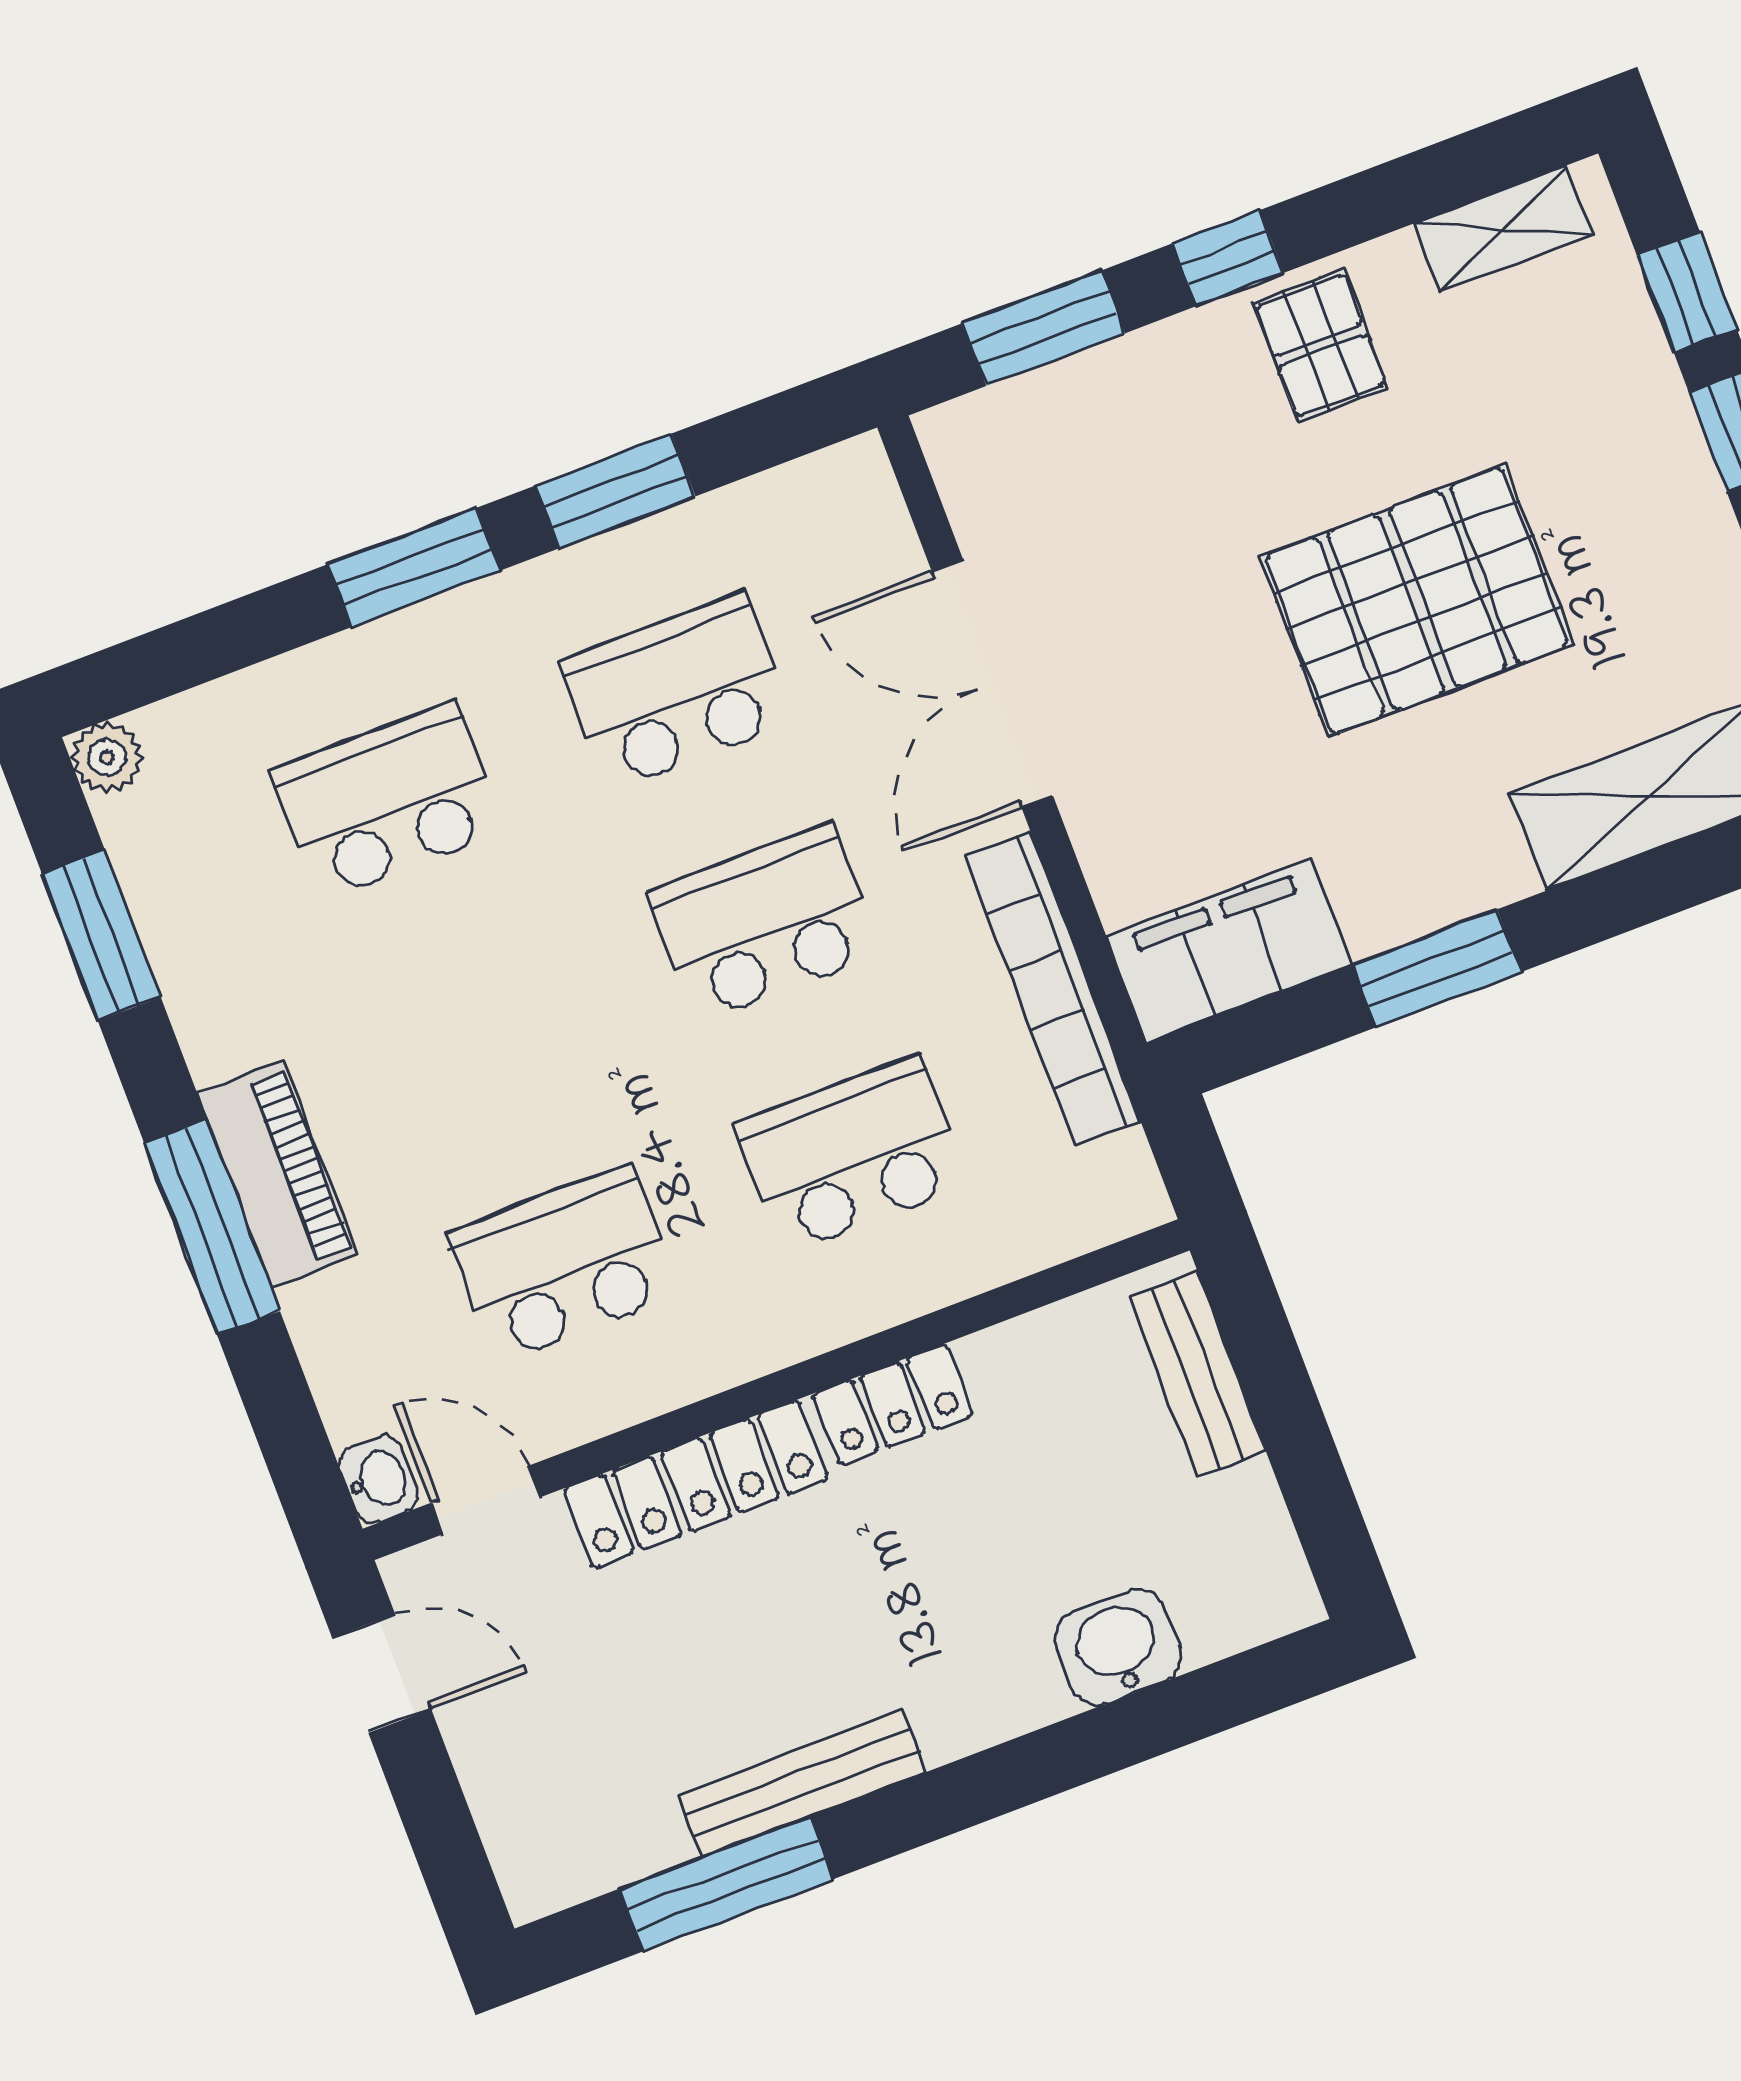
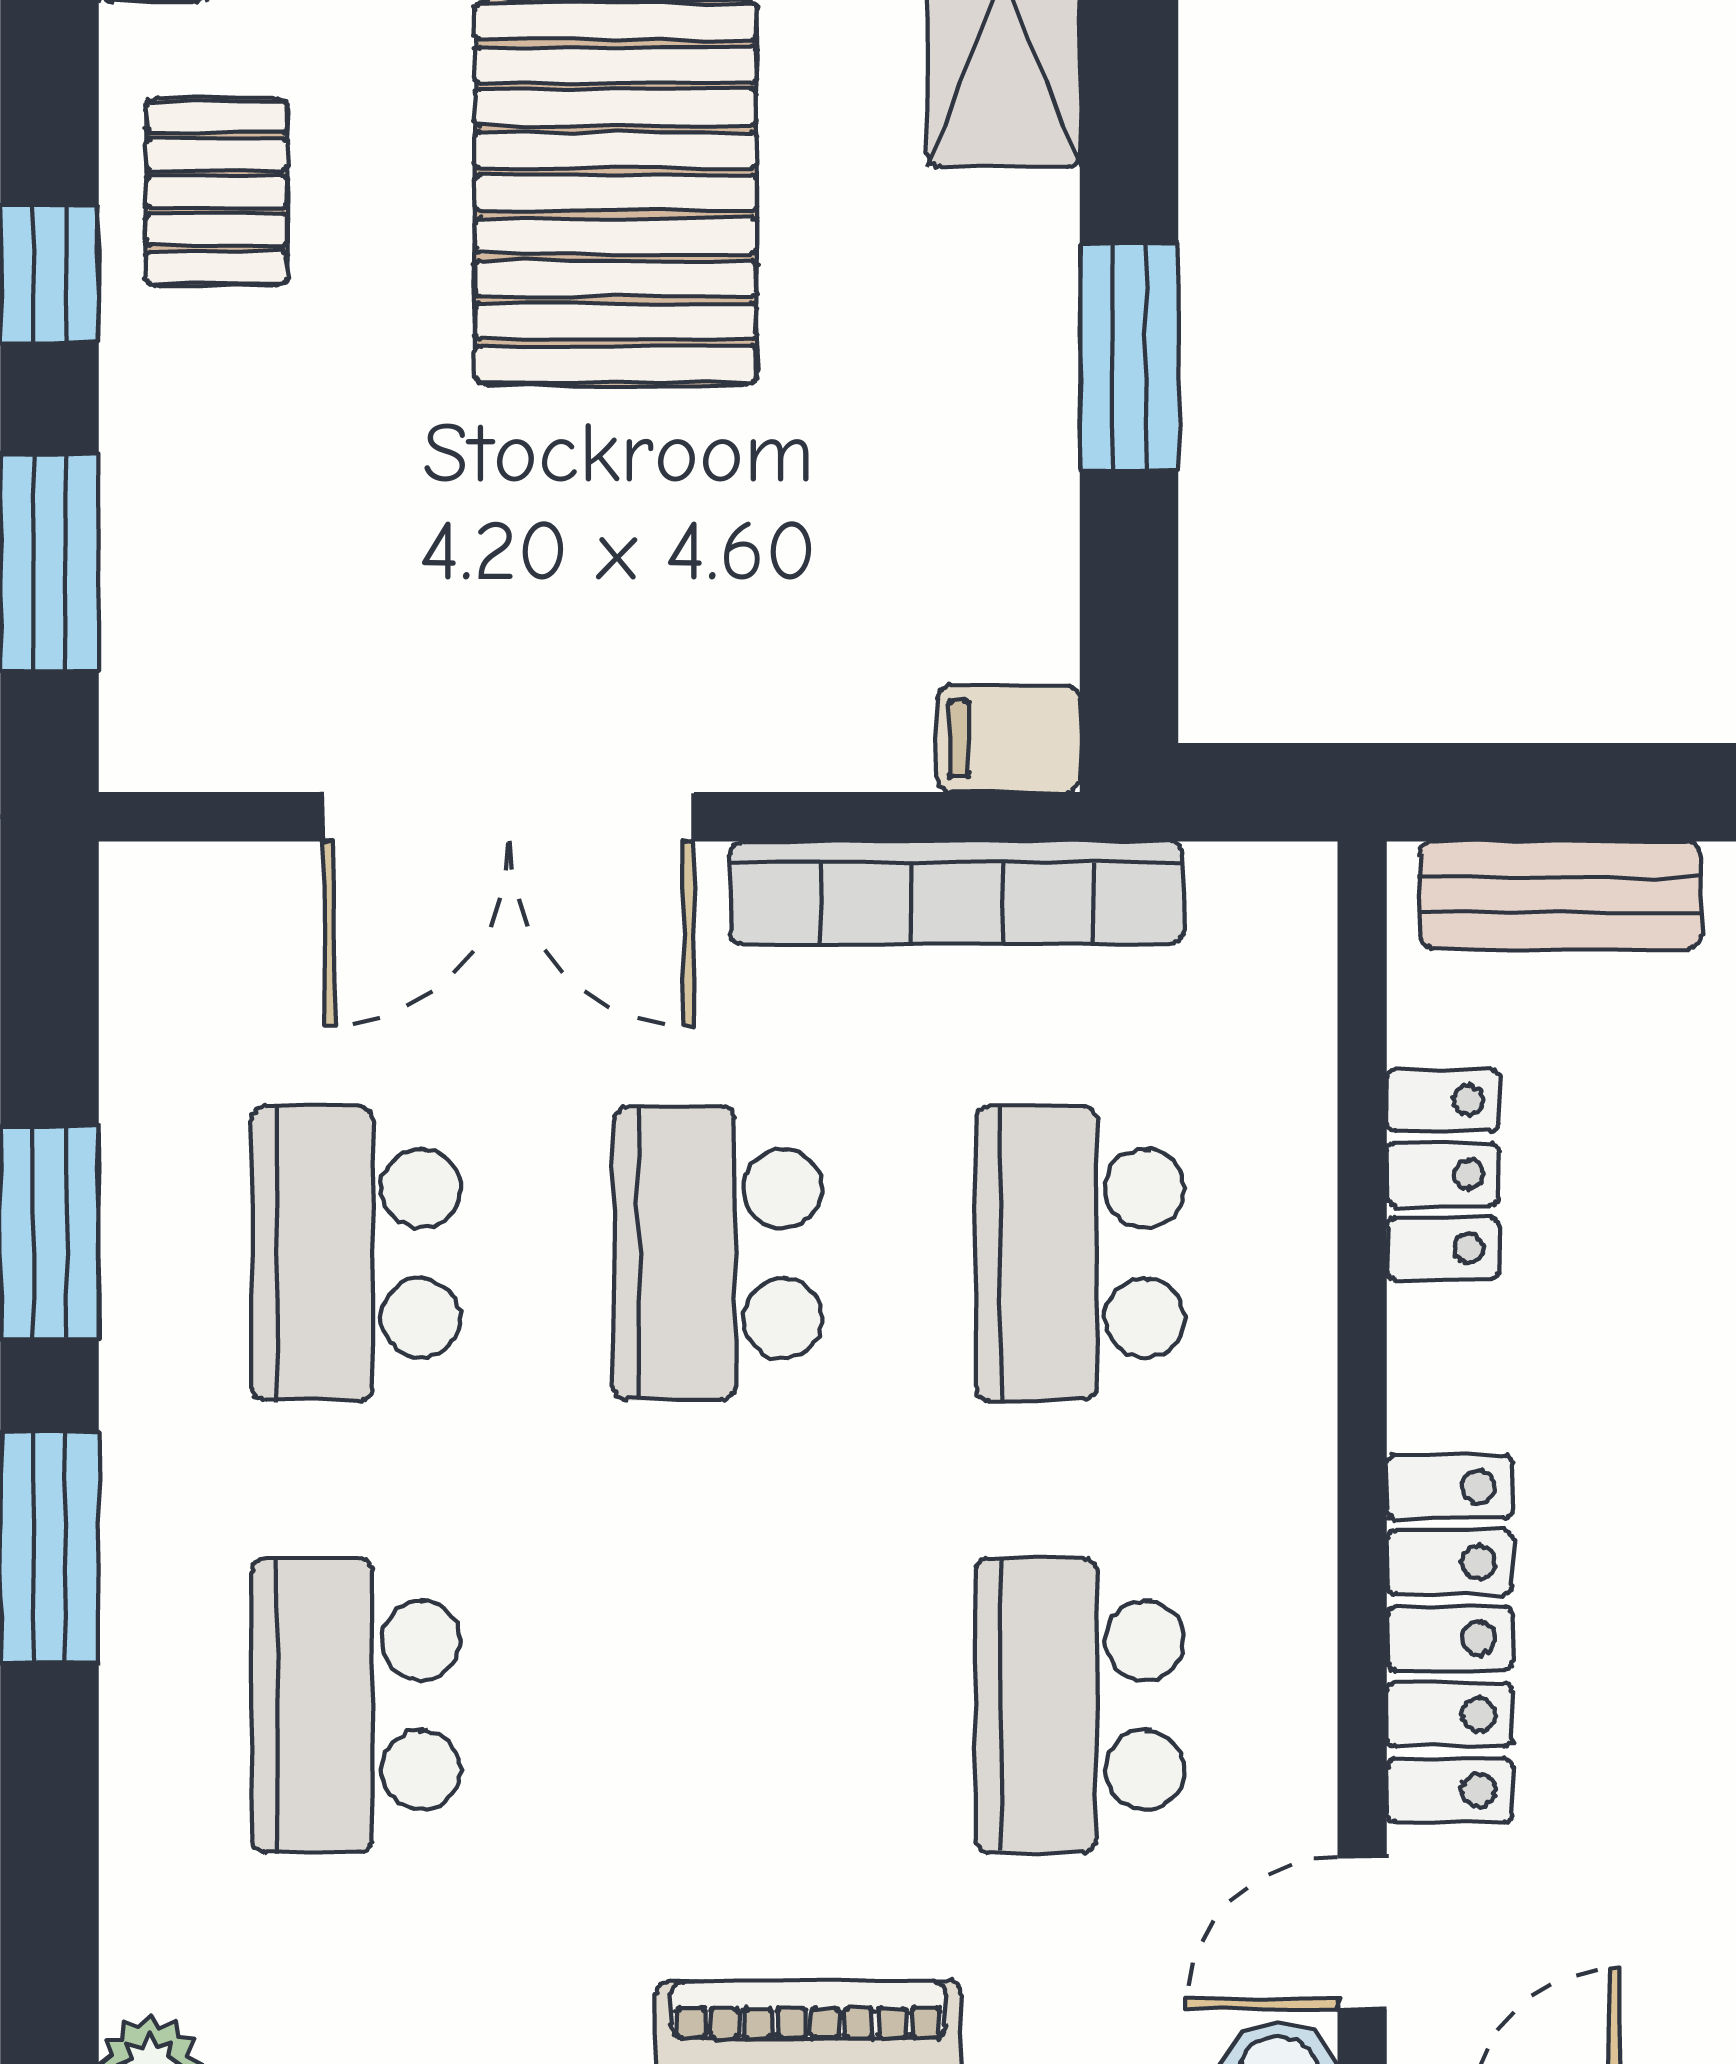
pallet: (1320, 345) -> (217, 192), turned 90
filing cabinet: (1229, 950) -> (1009, 739), width x0.33, depth x0.86
locker: (893, 1404) -> (1443, 1174), moved

